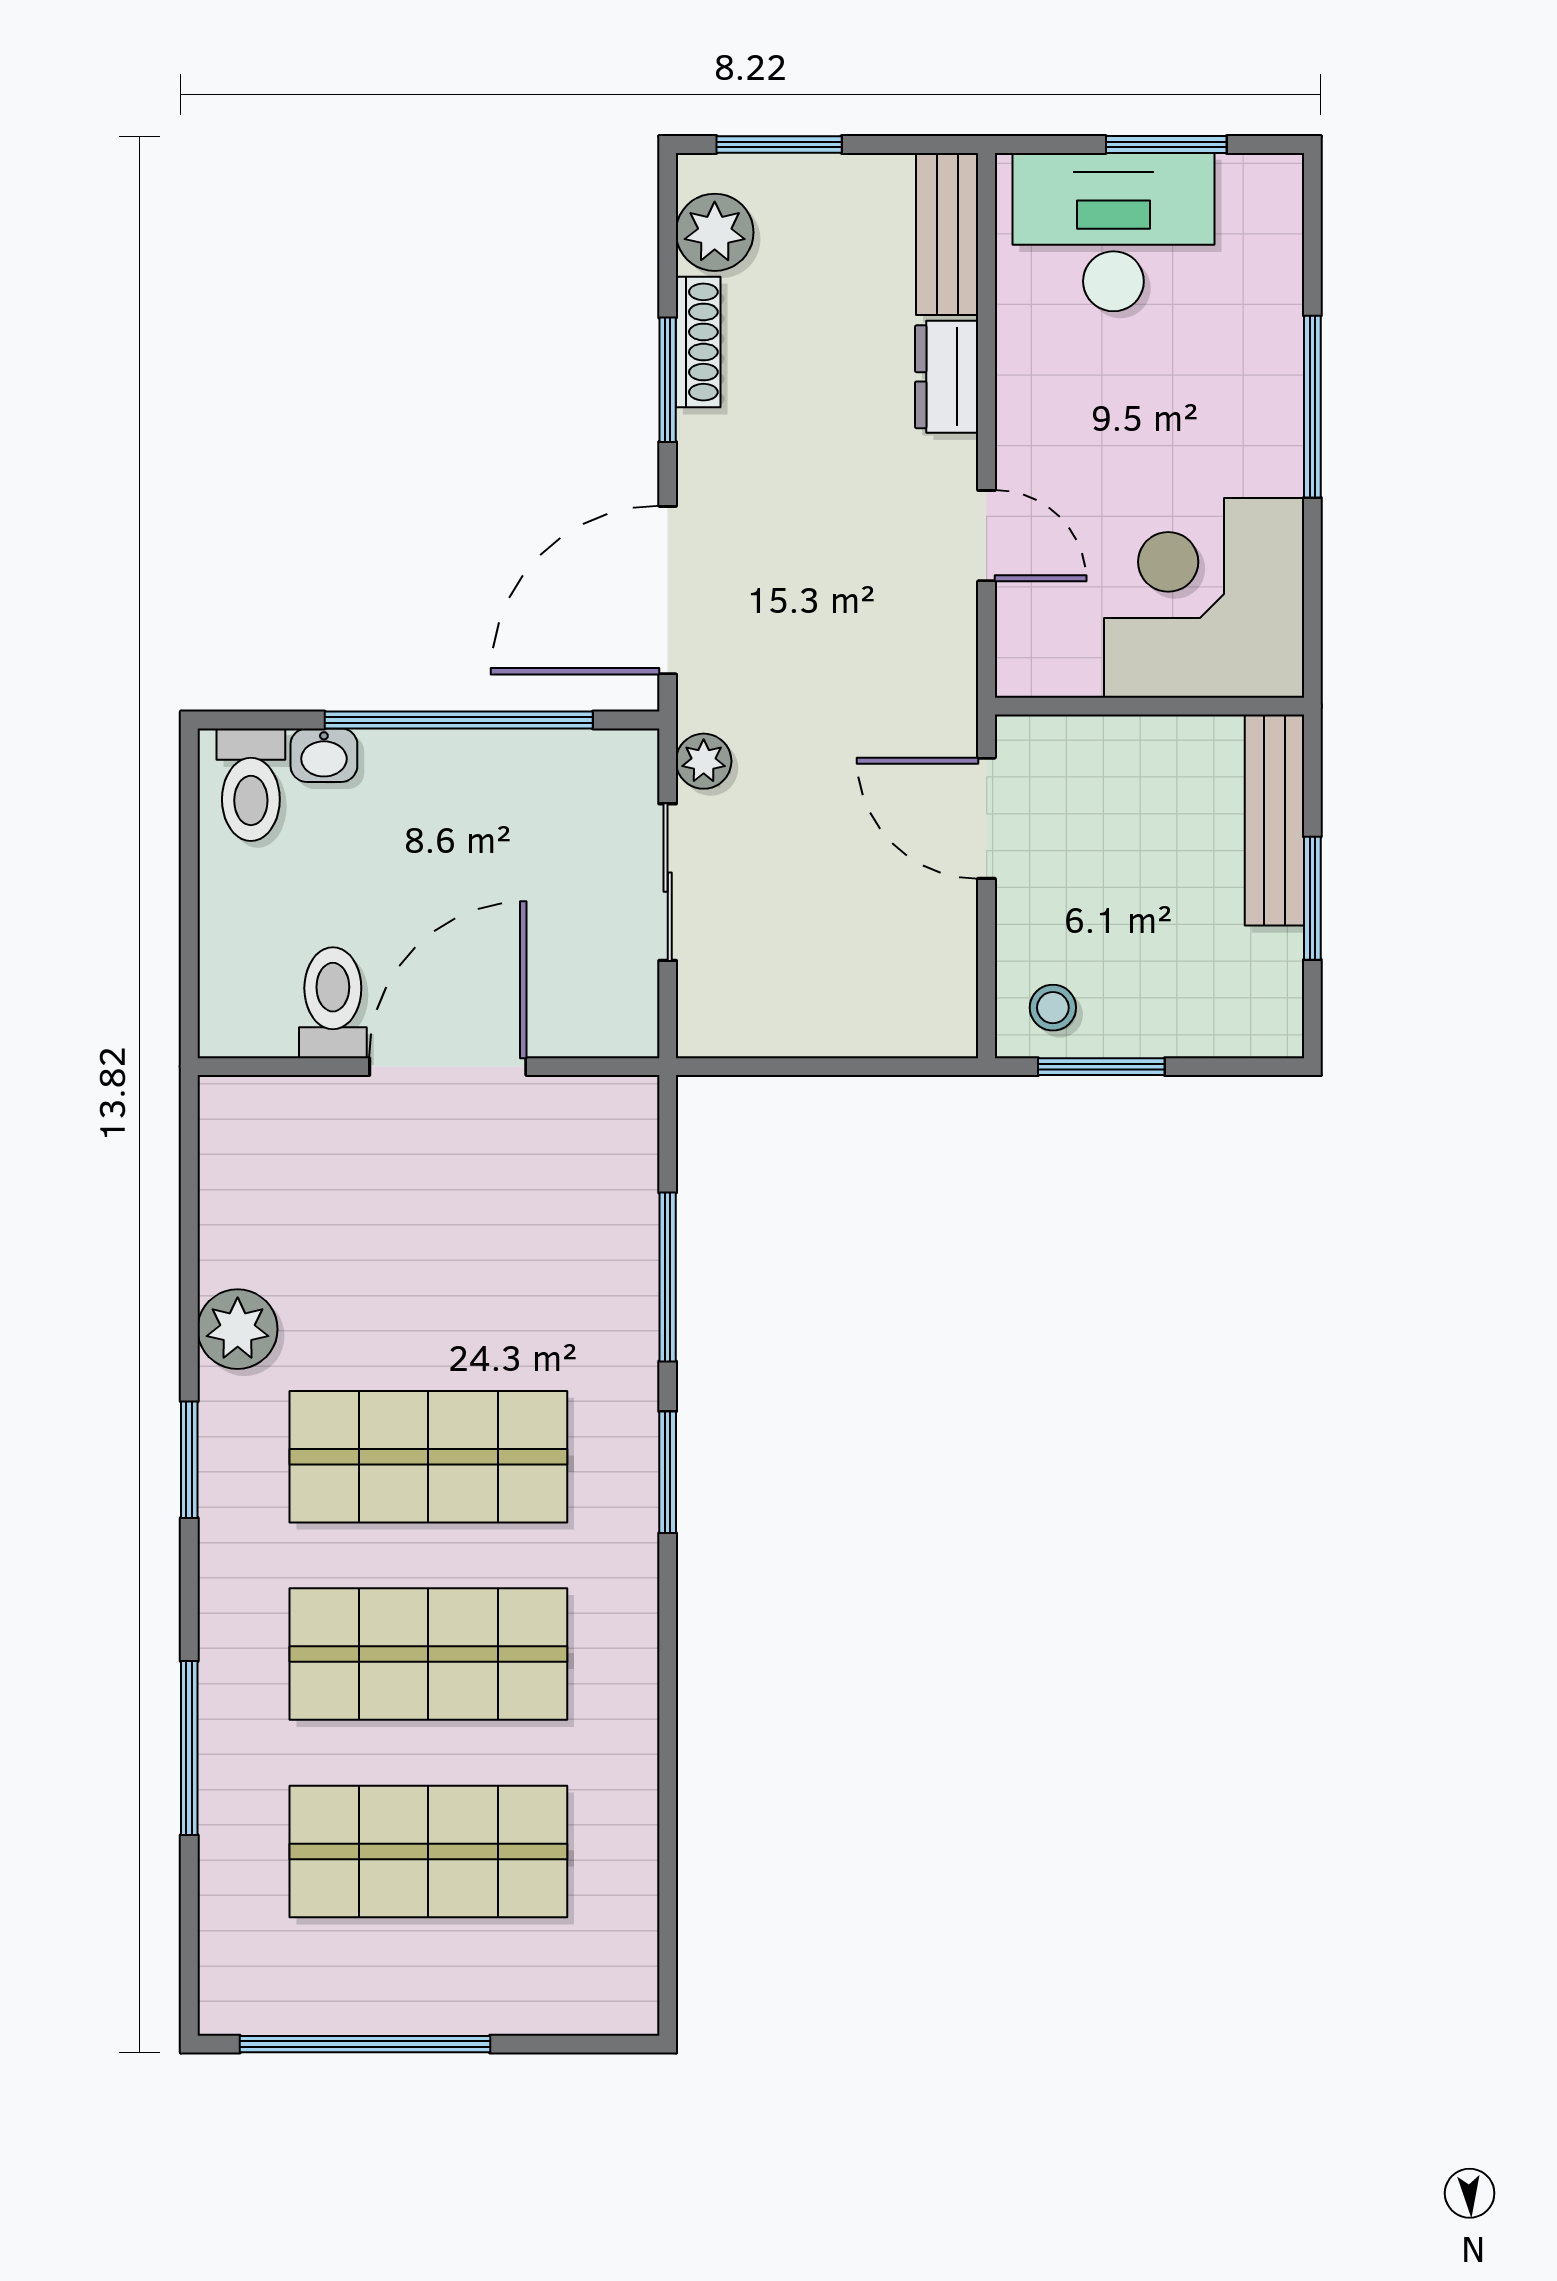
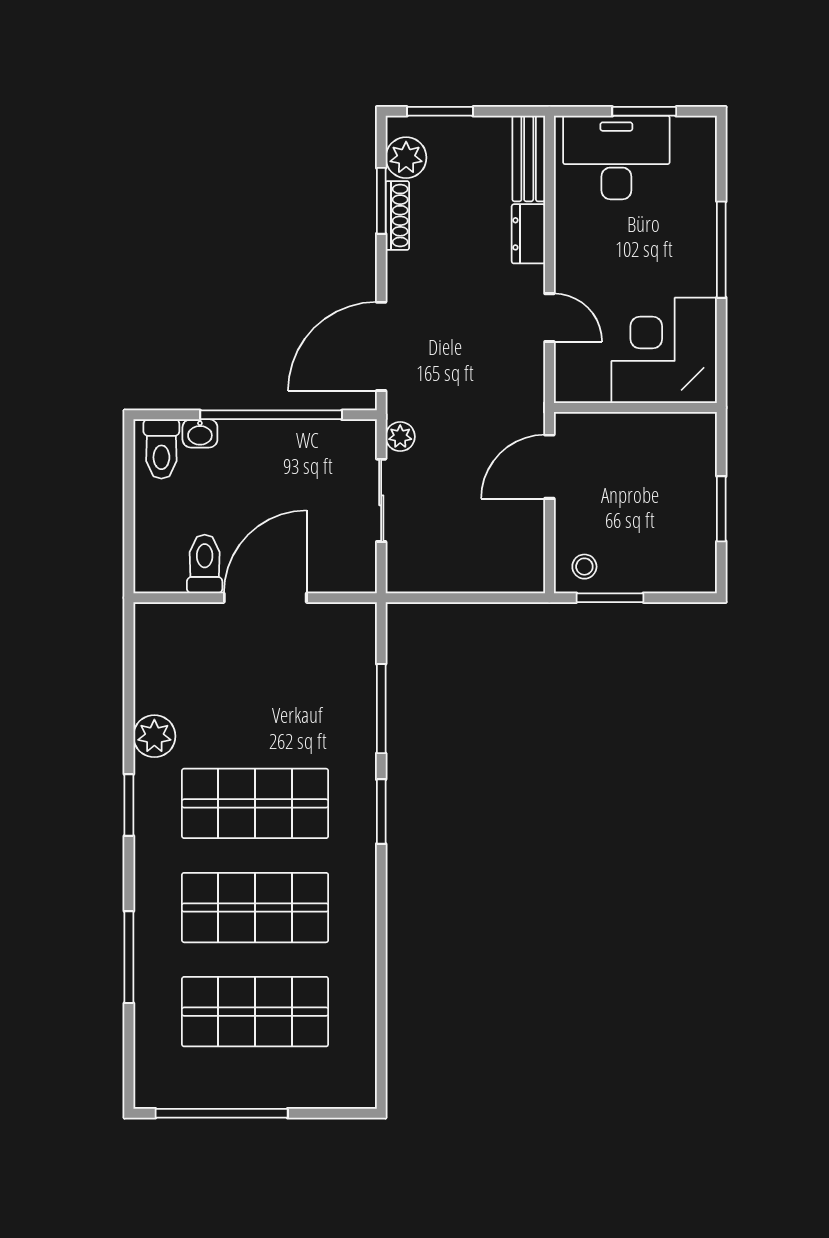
window: (668, 380) -> (381, 201), moved
door: (987, 818) -> (549, 467), hinge flipped
bench: (1274, 820) -> (701, 468), removed

